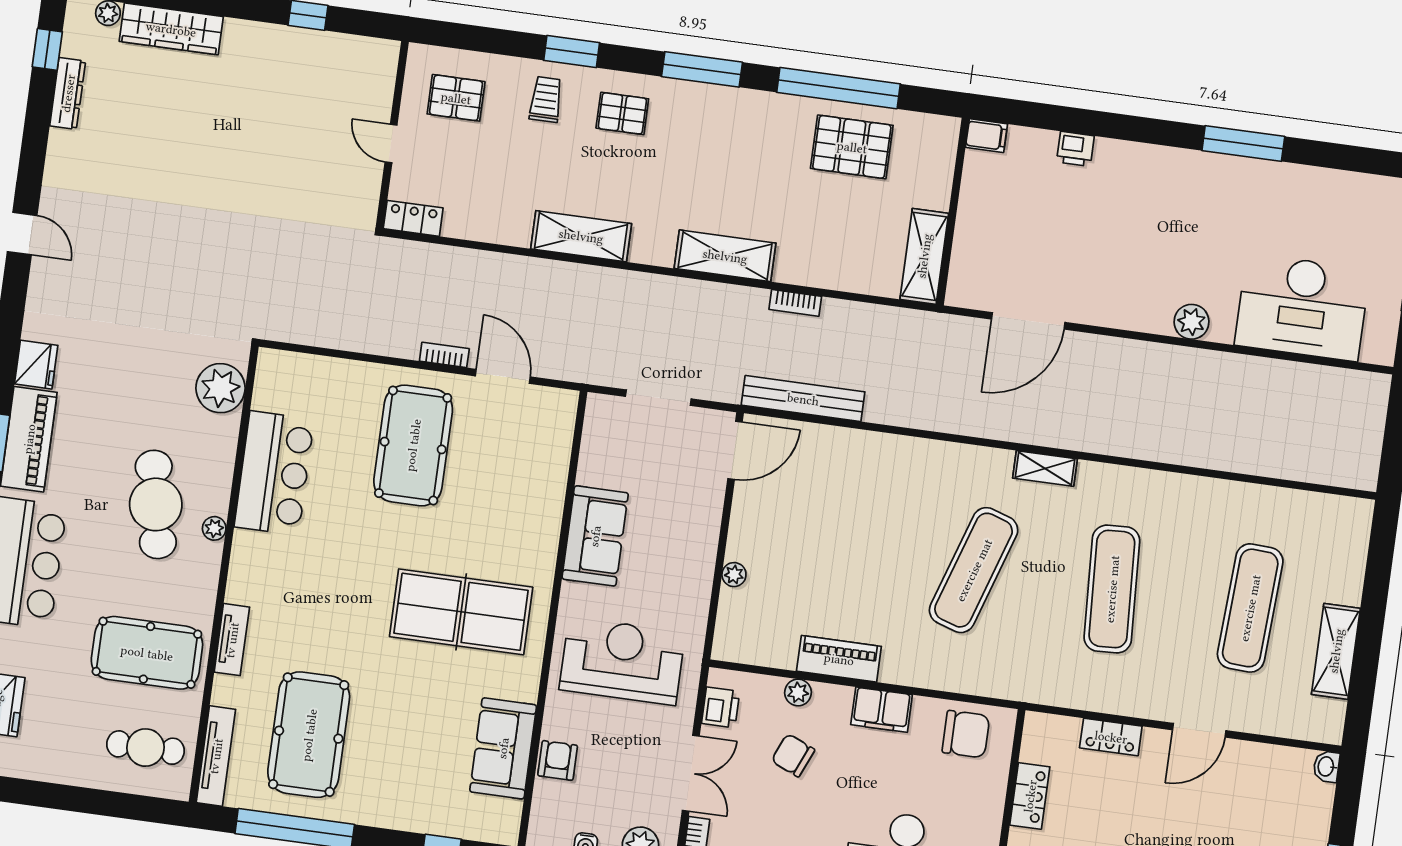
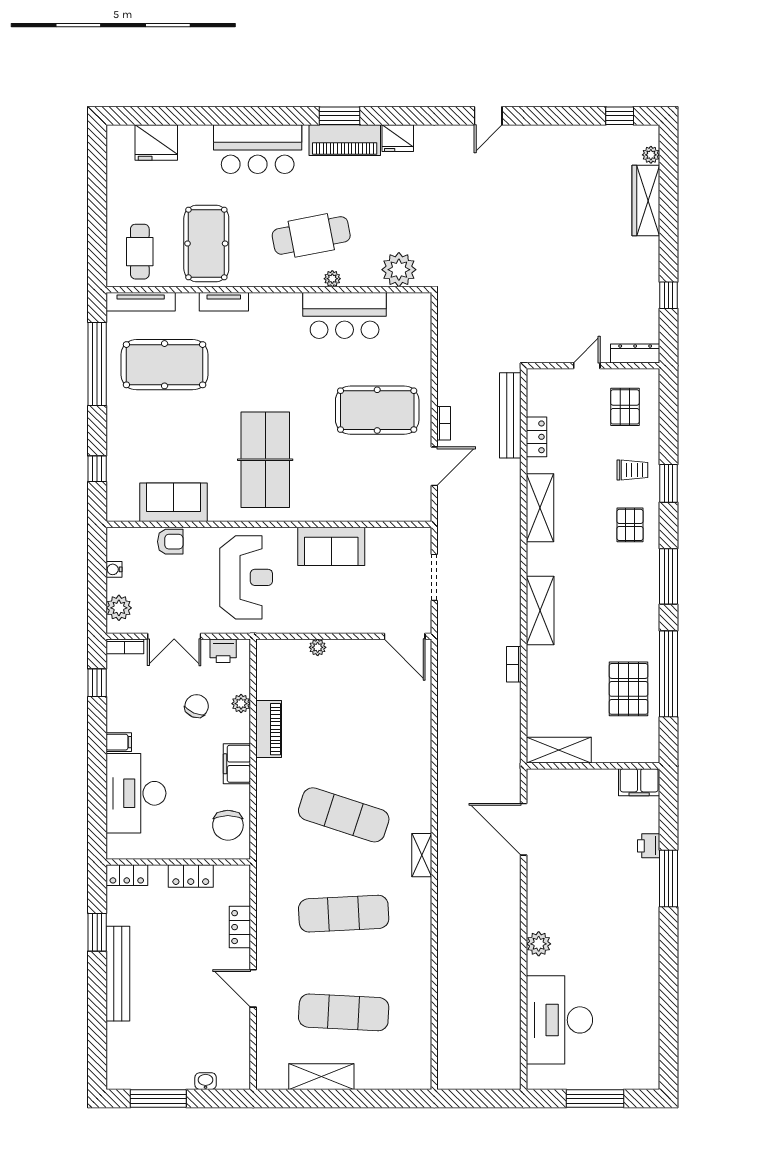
dresser: (68, 93) -> (635, 353), moved, turned 180
filing cabinet: (986, 136) -> (639, 782), width x2.00
window: (1243, 144) -> (669, 879), moved
locker: (413, 218) -> (536, 437), moved
bench: (803, 399) -> (510, 415), moved
plant: (214, 528) -> (332, 279), moved
washbasin: (1326, 767) -> (206, 1081), moved

